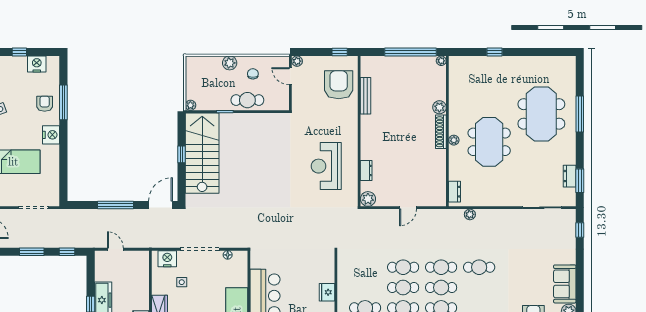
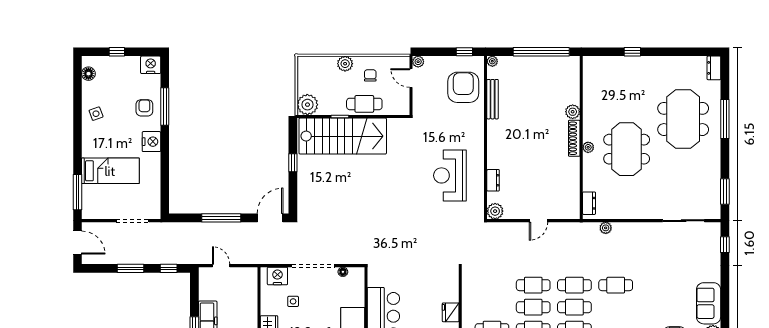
plant: (441, 61) -> (492, 61), moved
nightstand: (37, 64) -> (151, 65), moved
plant: (190, 105) -> (307, 105), width x1.88, depth x1.88
stairs: (202, 153) -> (343, 136), moved, turned 90
dresser: (570, 176) -> (714, 68), moved

